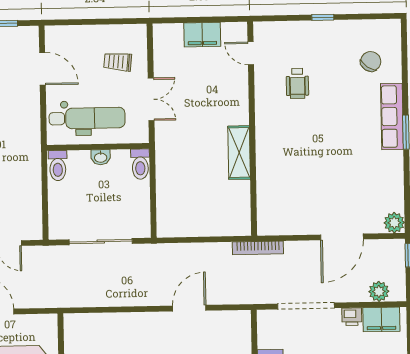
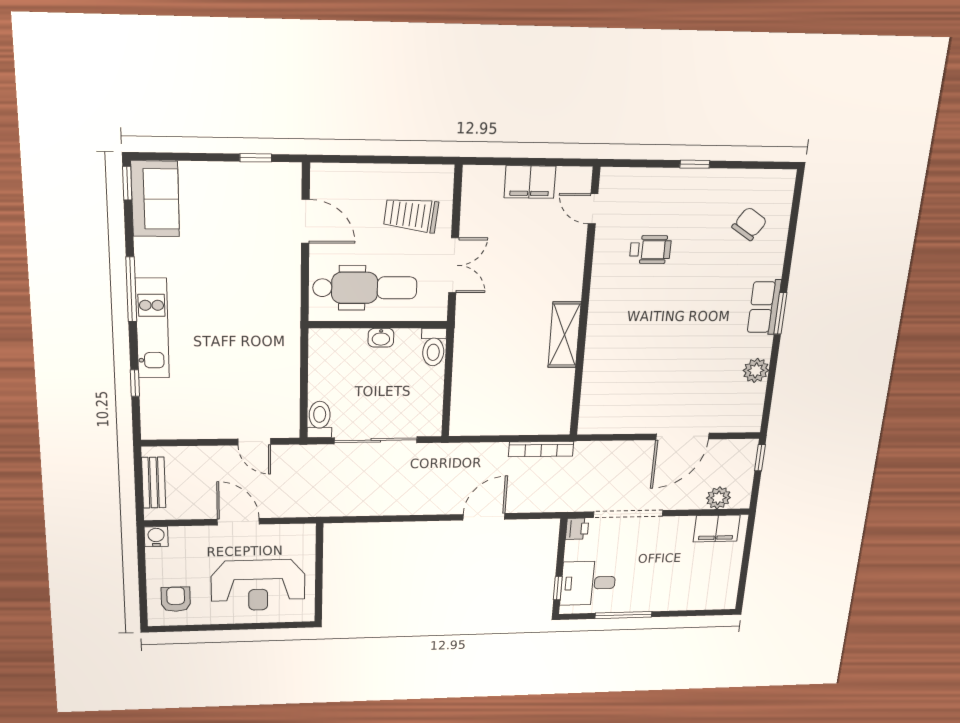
trolley: (118, 62) -> (411, 215), width x1.36, depth x1.39
wheelchair: (297, 83) -> (650, 250), turned -90
row of seats: (392, 117) -> (764, 307), width x0.68
toilet: (58, 166) -> (320, 419), moved, turned 180
plant: (394, 223) -> (756, 370), moved
bookcase: (258, 248) -> (541, 449), moved
printer: (352, 317) -> (577, 529), moved, turned -90

